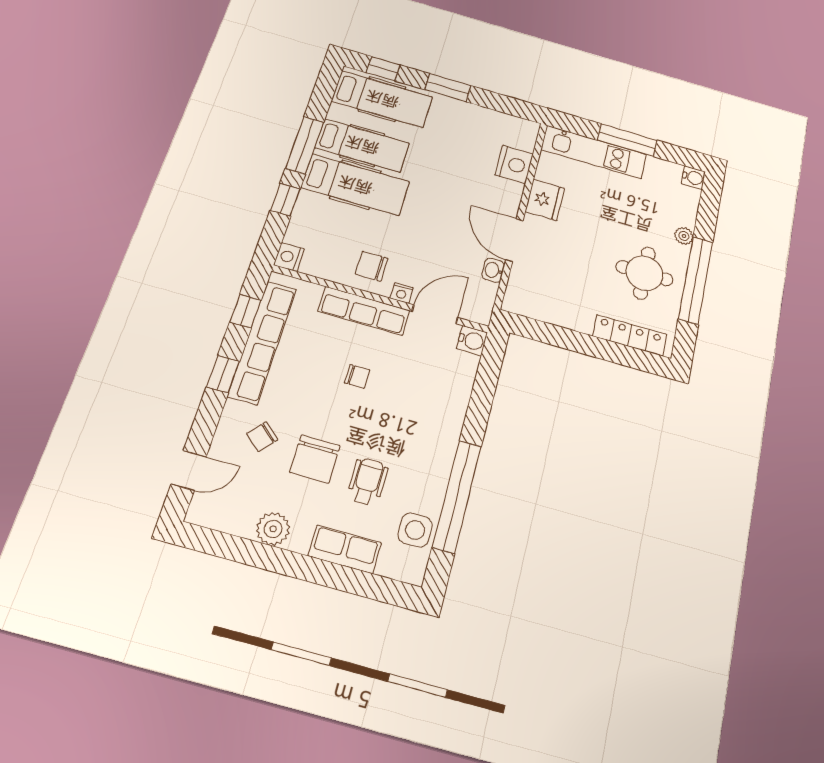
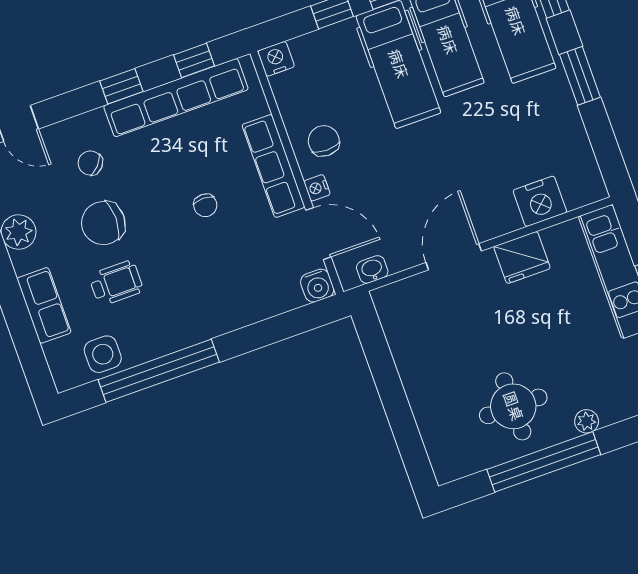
washbasin: (493, 270) -> (372, 269), moved
locker: (630, 335) -> (434, 432), removed

